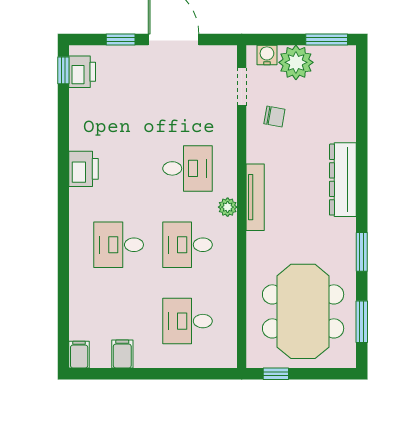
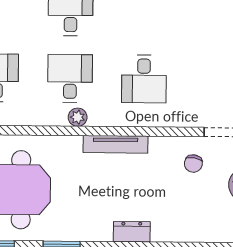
dresser: (343, 180) -> (132, 232), width x0.51, depth x0.80
plant: (228, 207) -> (78, 117), moved

